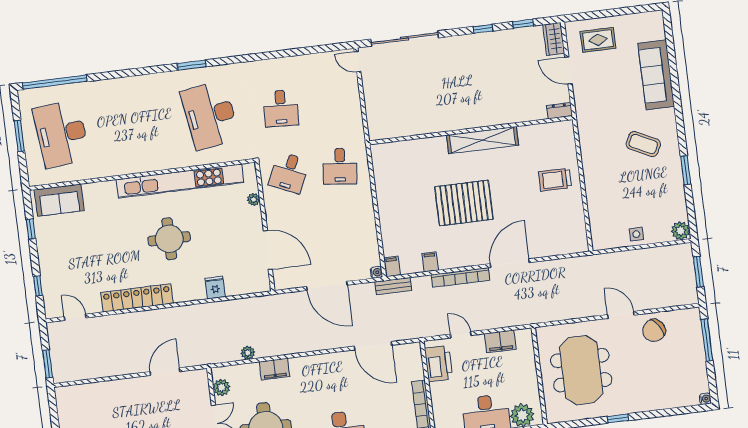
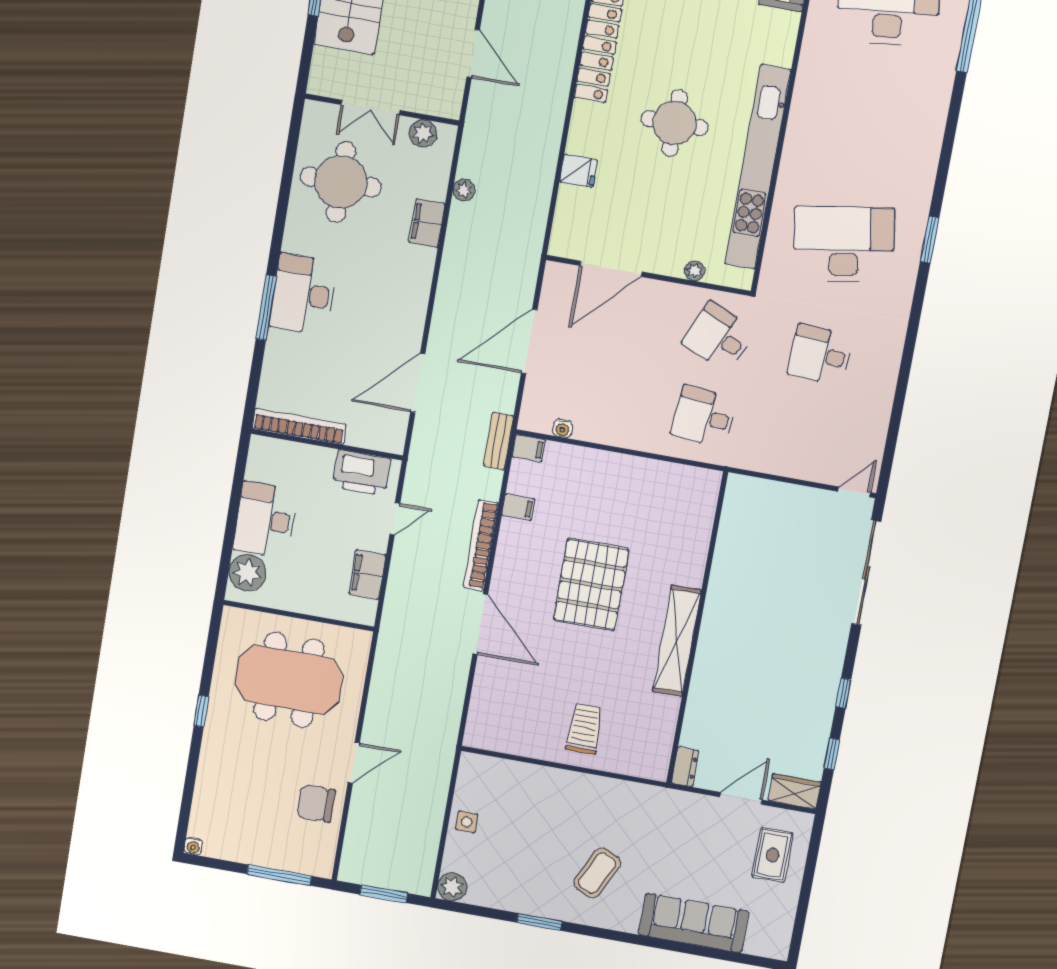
water cooler: (376, 272) -> (563, 428), moved
chair: (654, 330) -> (316, 803), turned -56

